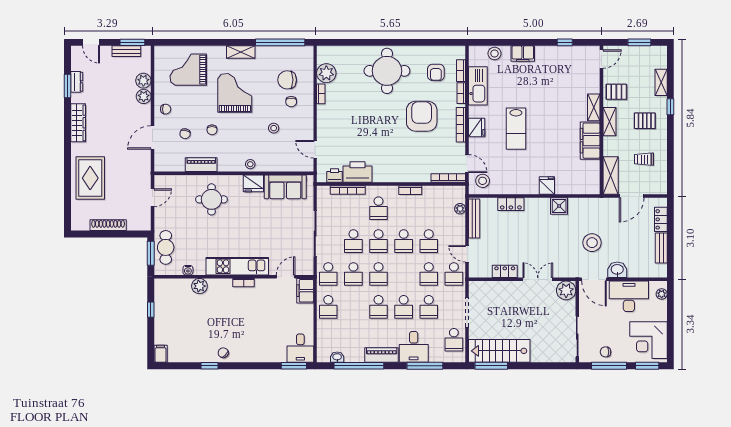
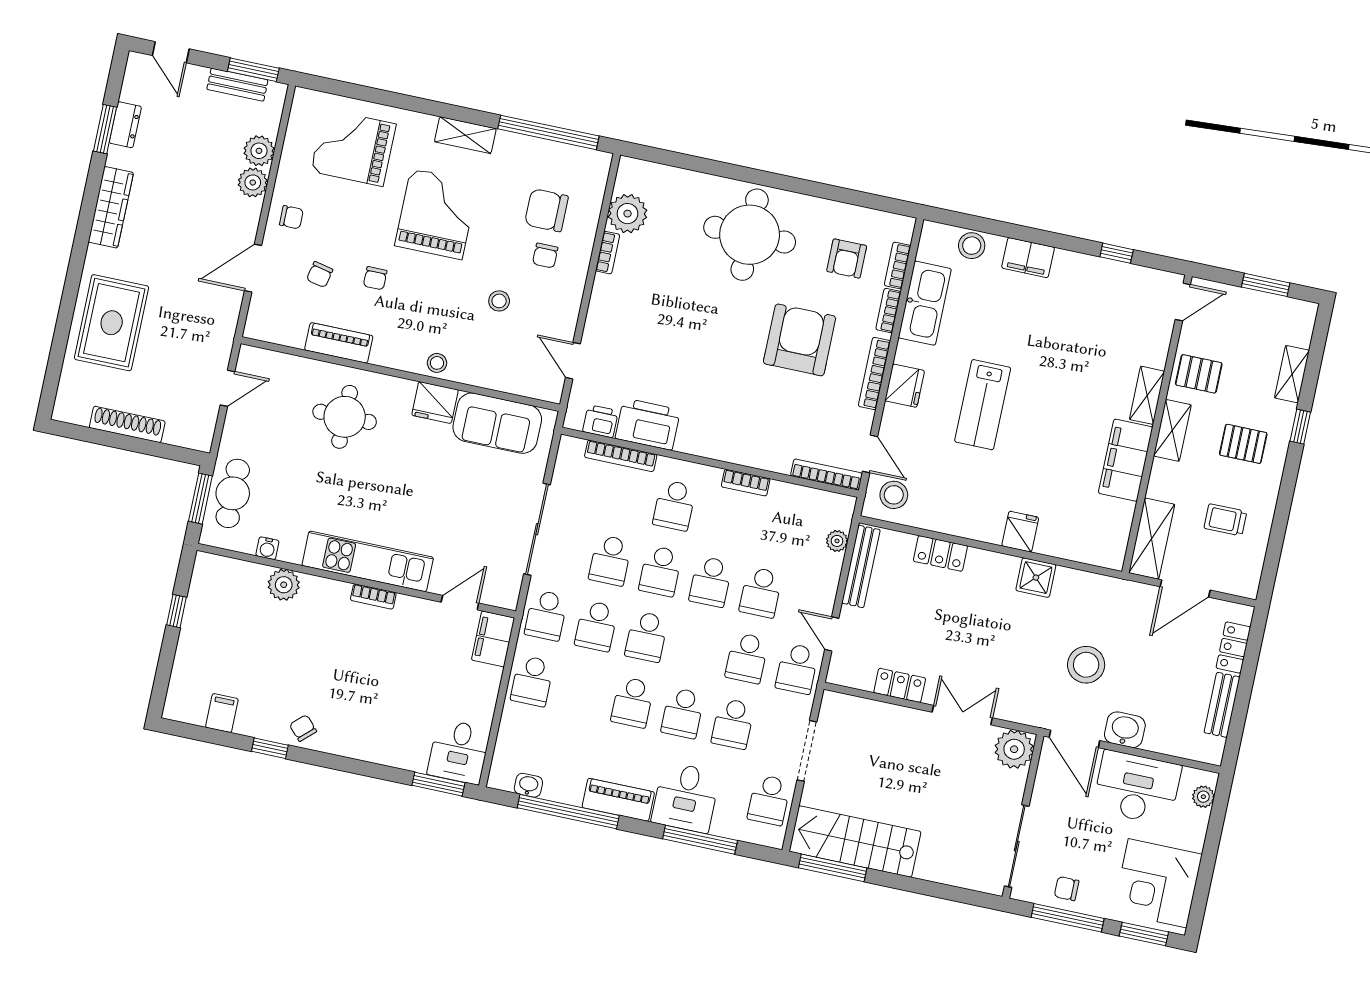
filing cabinet: (161, 354) -> (222, 713), moved

